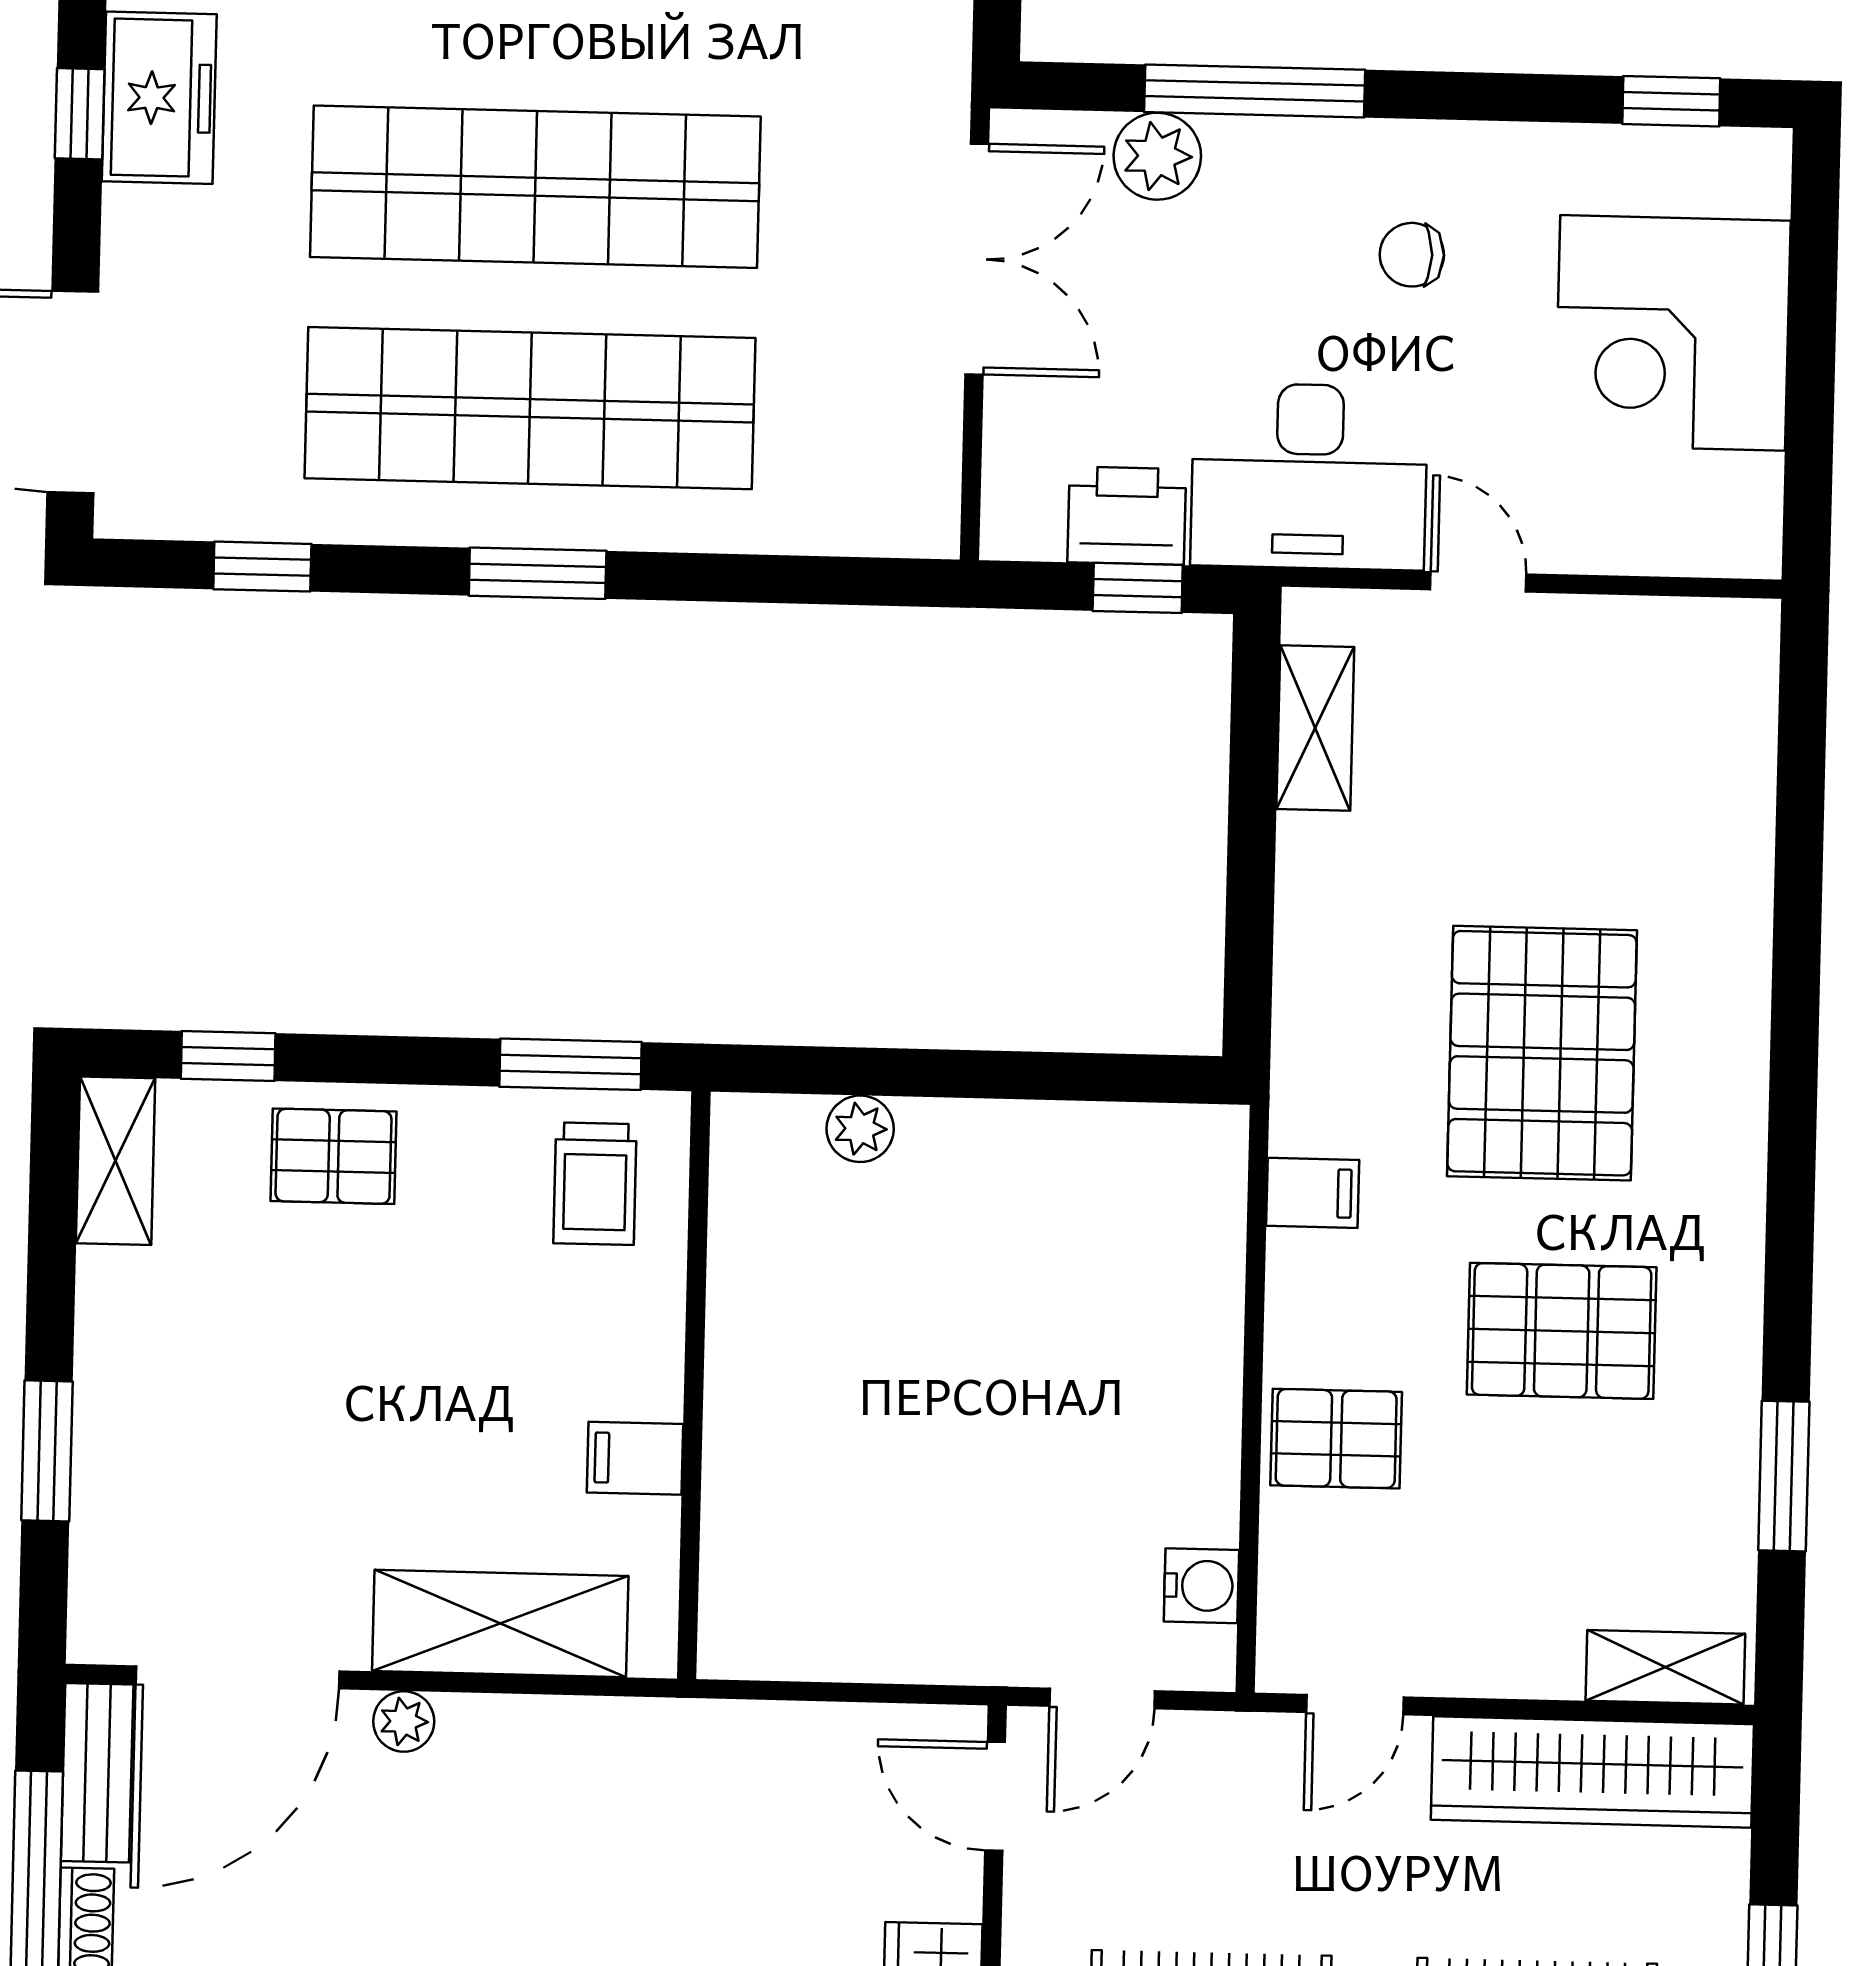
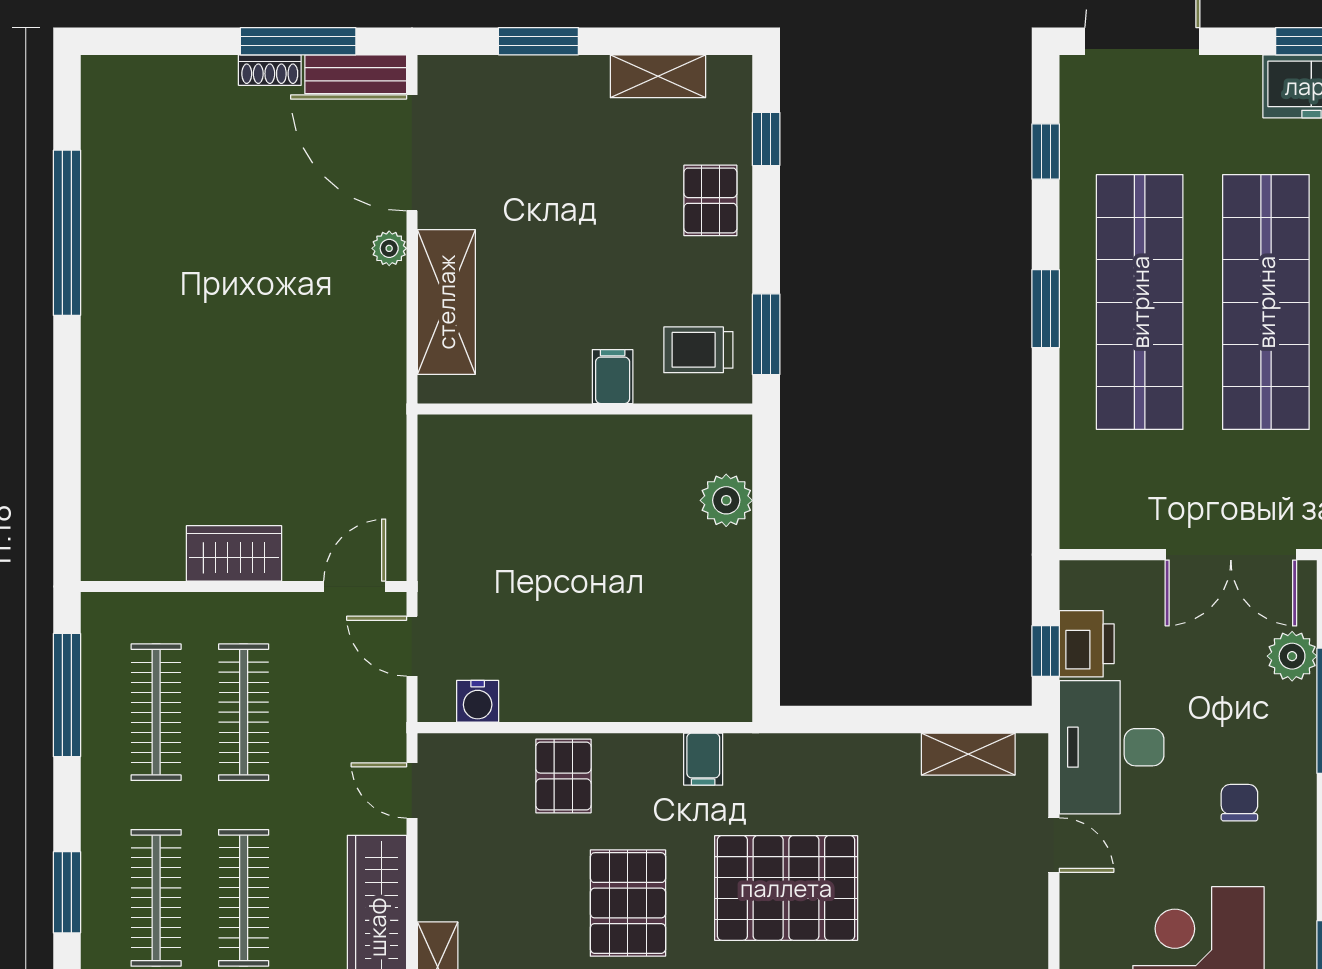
door: (1478, 582) -> (1054, 845), hinge flipped
plant: (860, 1129) -> (726, 500), width x1.38, depth x1.38
shelving: (116, 1161) -> (658, 76), moved
filing cabinet: (635, 1458) -> (613, 377), moved

